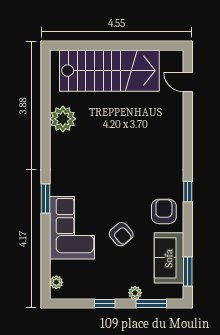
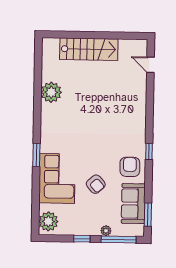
stairs: (109, 71) -> (89, 49), width x0.73, depth x0.66
plant: (56, 282) -> (48, 221), width x1.87, depth x1.87
window: (151, 304) -> (119, 239), width x1.44

